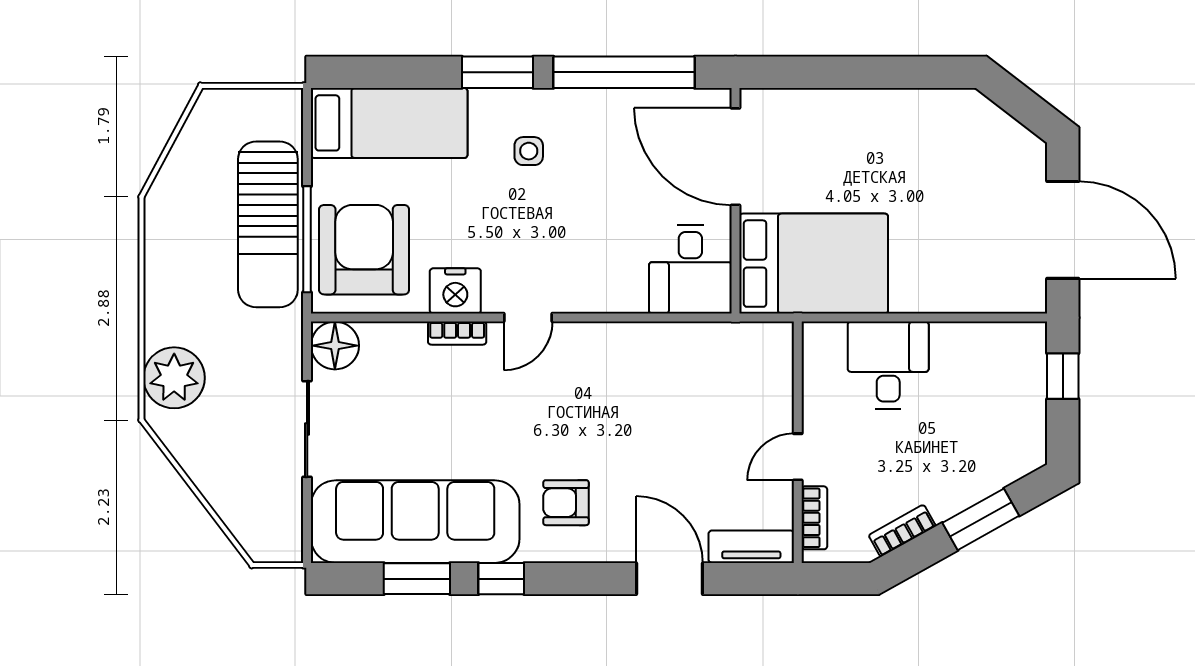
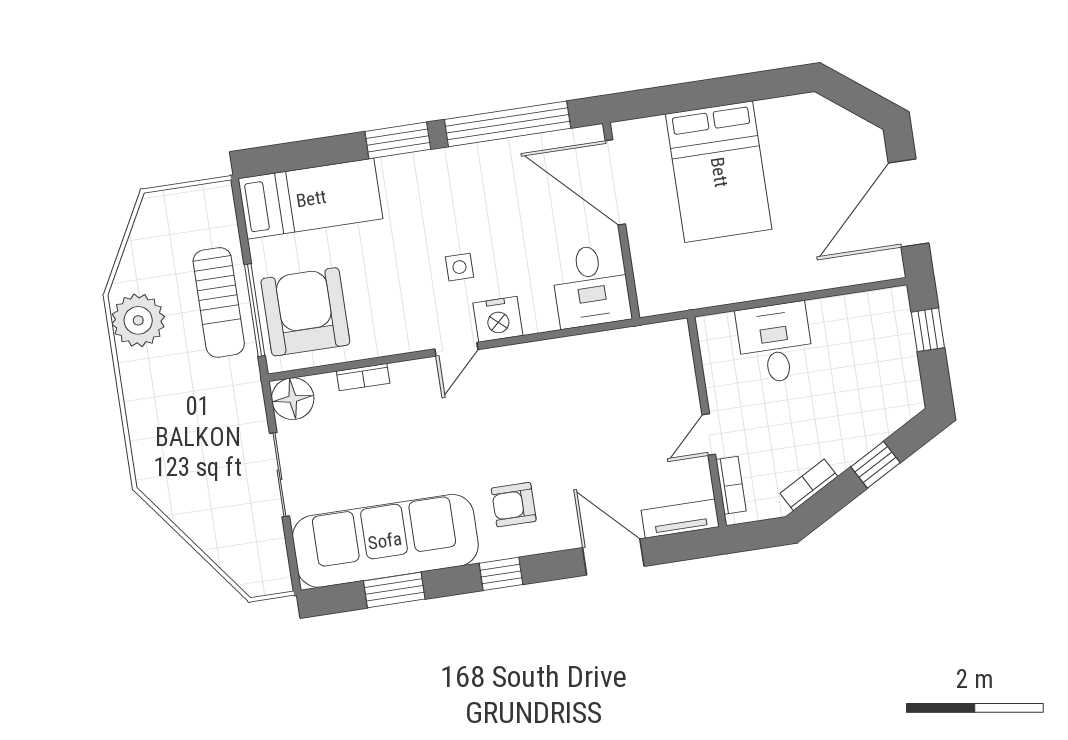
side table: (529, 151) -> (459, 267), moved
sun lounger: (268, 224) -> (219, 302), width x0.73, depth x0.75
door: (1063, 230) -> (909, 203), swing flipped
bed: (814, 264) -> (719, 172), moved, turned 90
nightstand: (455, 291) -> (498, 319), moved
bookcase: (457, 333) -> (363, 377), moved
plant: (174, 378) -> (138, 320), moved
window: (981, 519) -> (876, 465), width x0.67
window: (501, 579) -> (501, 574), moved

